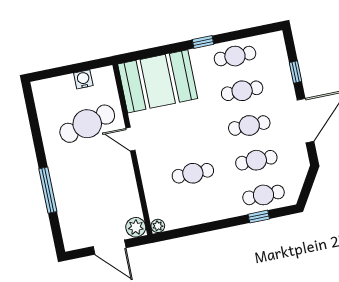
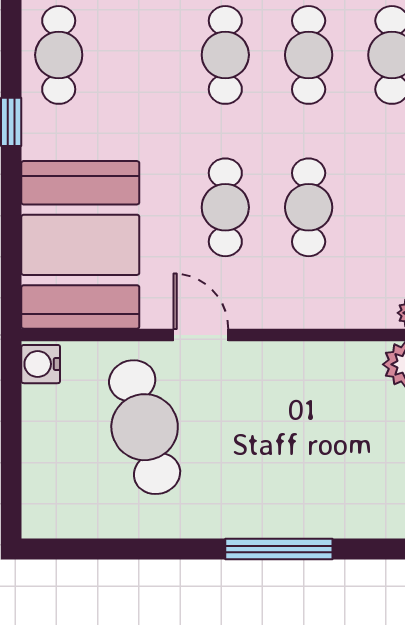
water cooler: (83, 79) -> (41, 364), moved
cafe table: (242, 91) -> (225, 207), moved
door: (130, 139) -> (201, 335), swing flipped

